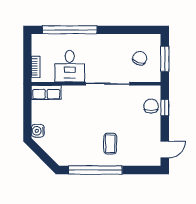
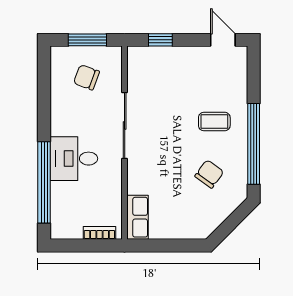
desk: (70, 66) -> (74, 159), moved, turned 180
chair: (151, 106) -> (209, 174), moved, turned 126
water cooler: (38, 131) -> (195, 230), removed

